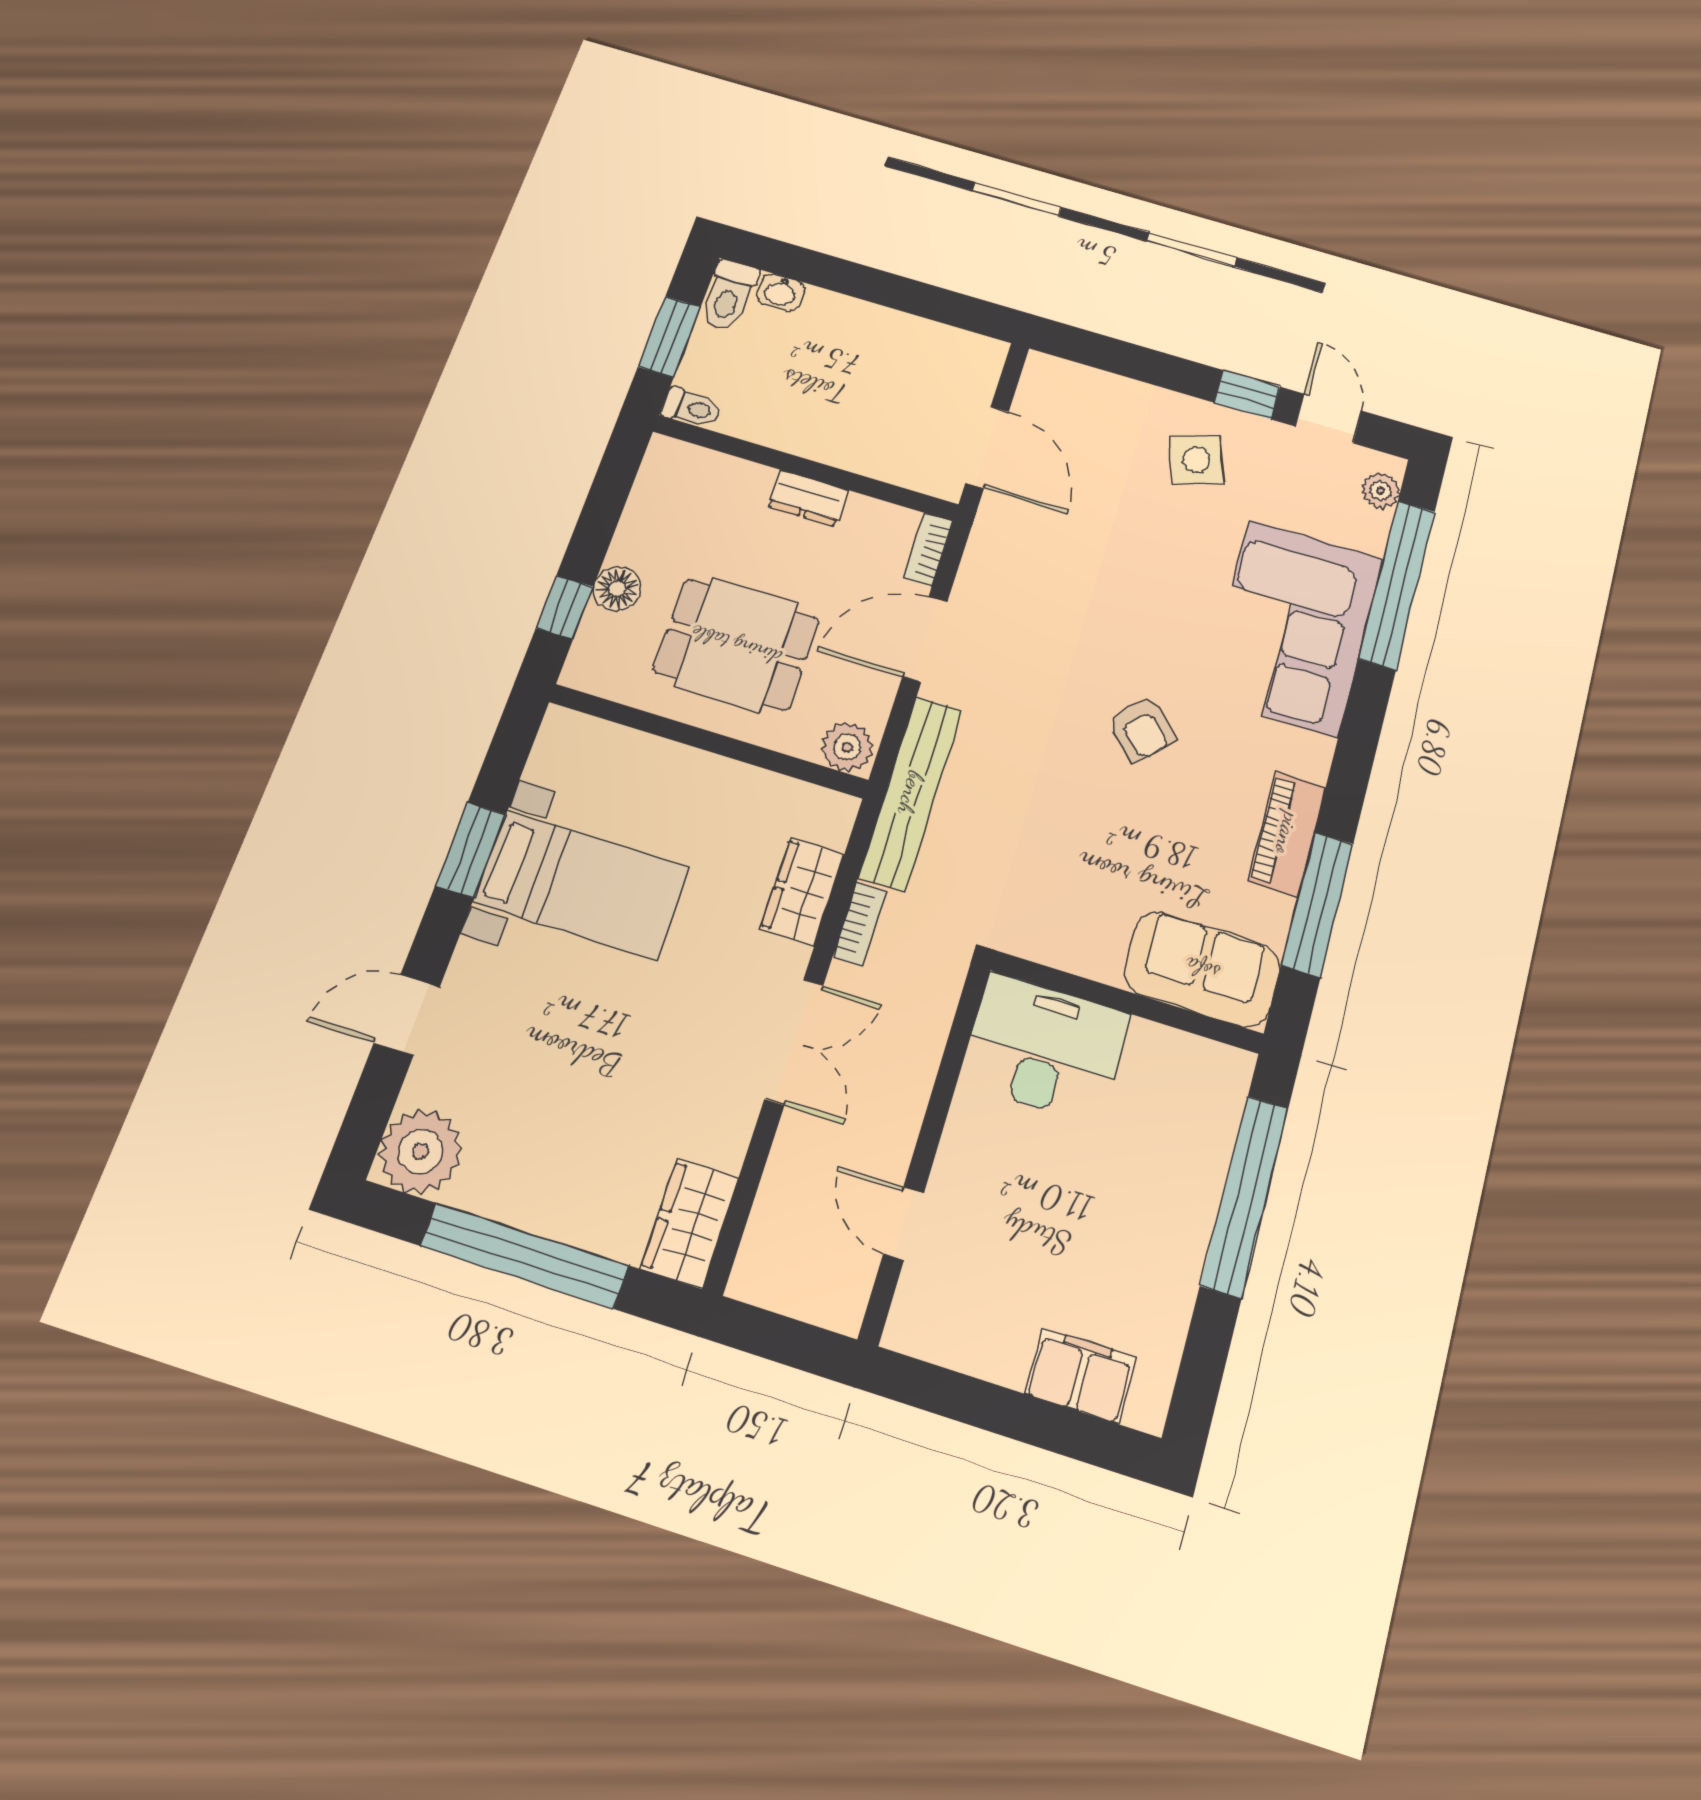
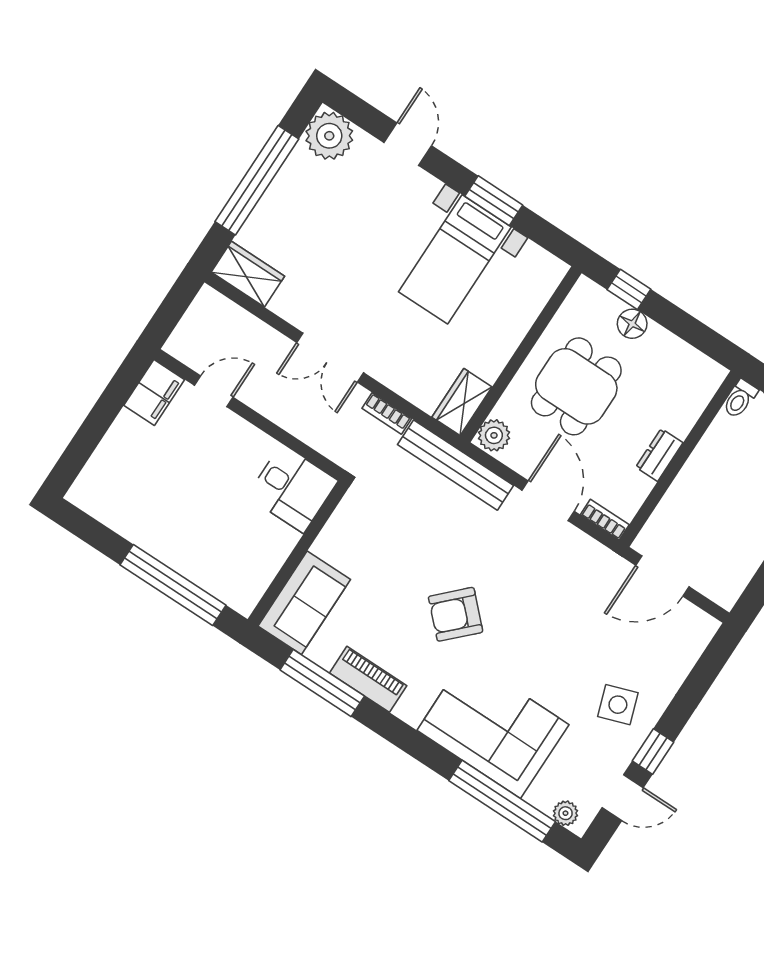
armchair: (1142, 729) -> (456, 614), width x1.38, depth x1.38
wardrobe: (803, 891) -> (462, 402), moved, turned -90
desk: (1045, 1048) -> (292, 488), width x0.73
filing cabinet: (1080, 1375) -> (154, 393), moved

